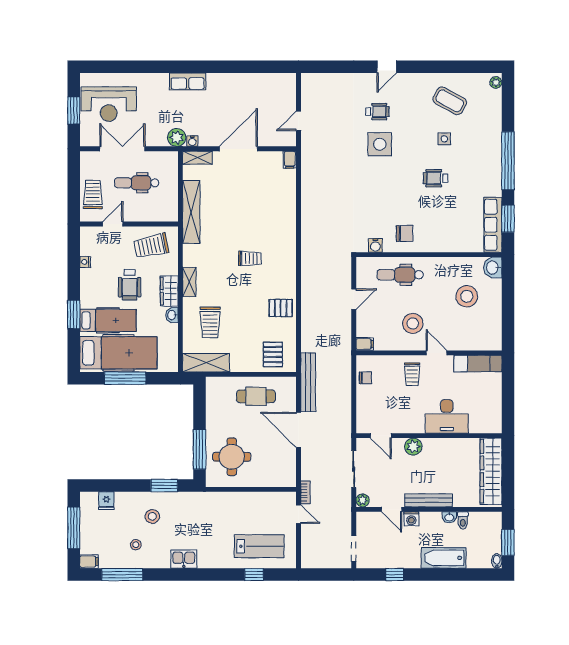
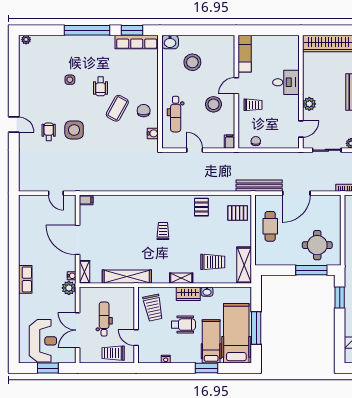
coffee table: (450, 101) -> (117, 108), moved
dental chair: (137, 183) -> (104, 319), turned 180
desk: (447, 416) -> (286, 82), width x0.73

